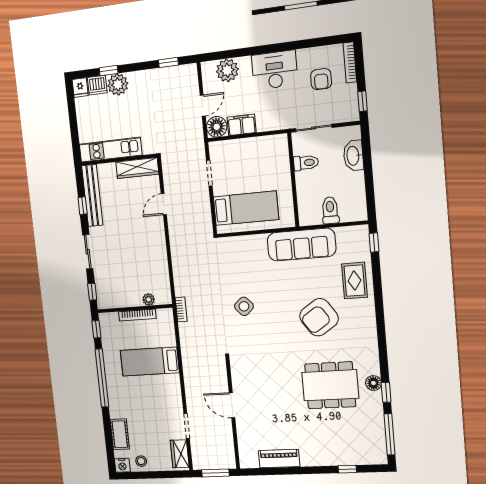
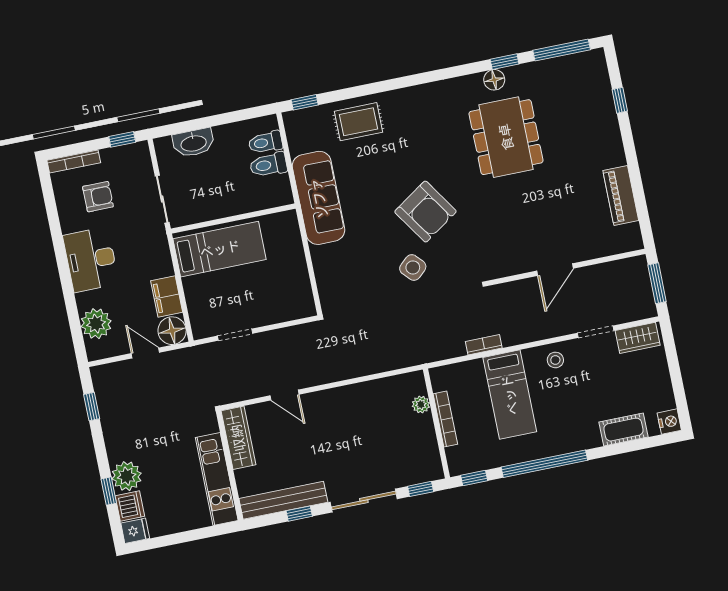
toilet: (306, 163) -> (265, 142), moved, turned -90
bed: (246, 208) -> (220, 249), moved, turned 90
sliding door: (88, 252) -> (364, 500), width x1.37
bookcase: (181, 309) -> (484, 345), moved
armchair: (319, 317) -> (425, 212), moved
stool: (141, 461) -> (555, 360), moved

